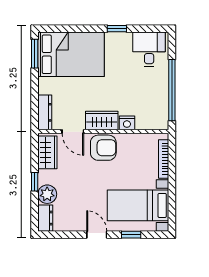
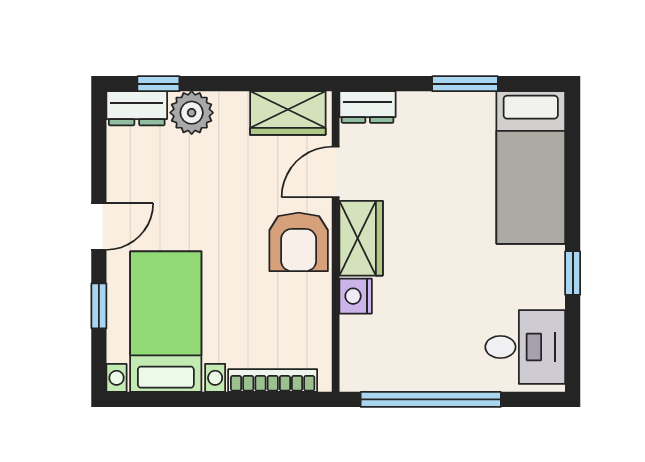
window: (35, 54) -> (465, 84), moved
bed: (71, 54) -> (531, 167), width x0.67
dresser: (45, 112) -> (368, 107), width x0.70
window: (35, 182) -> (158, 84), moved

